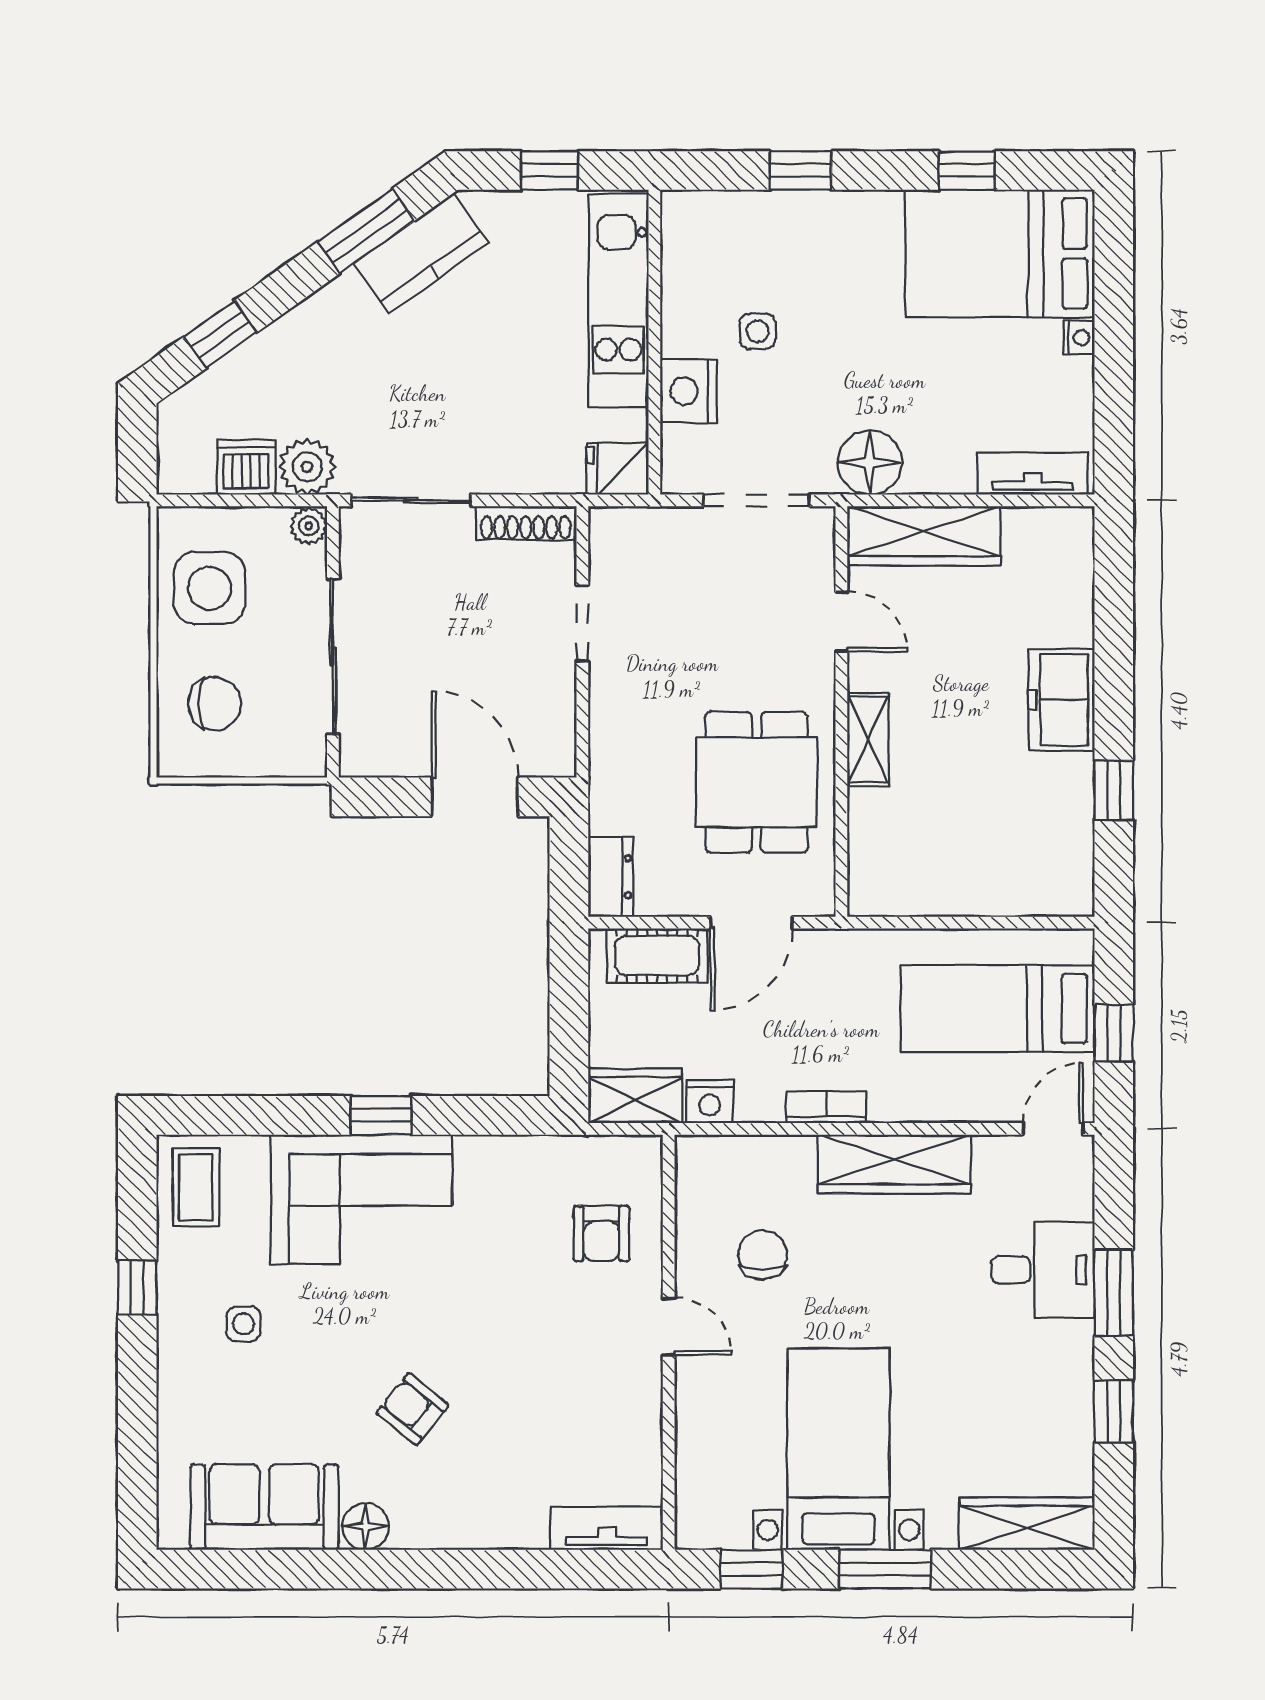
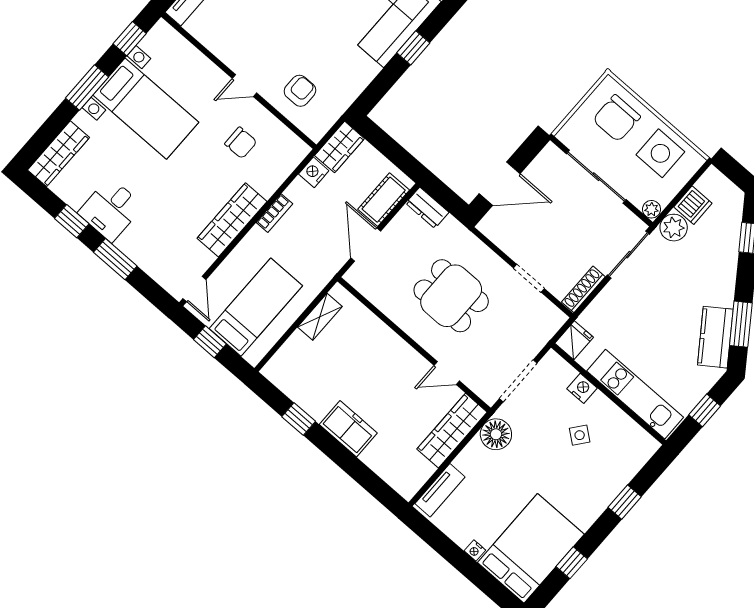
side table: (758, 331) -> (580, 435), turned 38
nightstand: (689, 391) -> (582, 388), width x0.74, depth x0.75
chair: (214, 704) -> (617, 118), width x1.37, depth x1.37
shelving: (868, 740) -> (320, 317), moved, turned 90
dining table: (757, 782) -> (451, 296), moved
armchair: (601, 1233) -> (300, 91), turned 90
desk: (1043, 1270) -> (111, 209), moved

